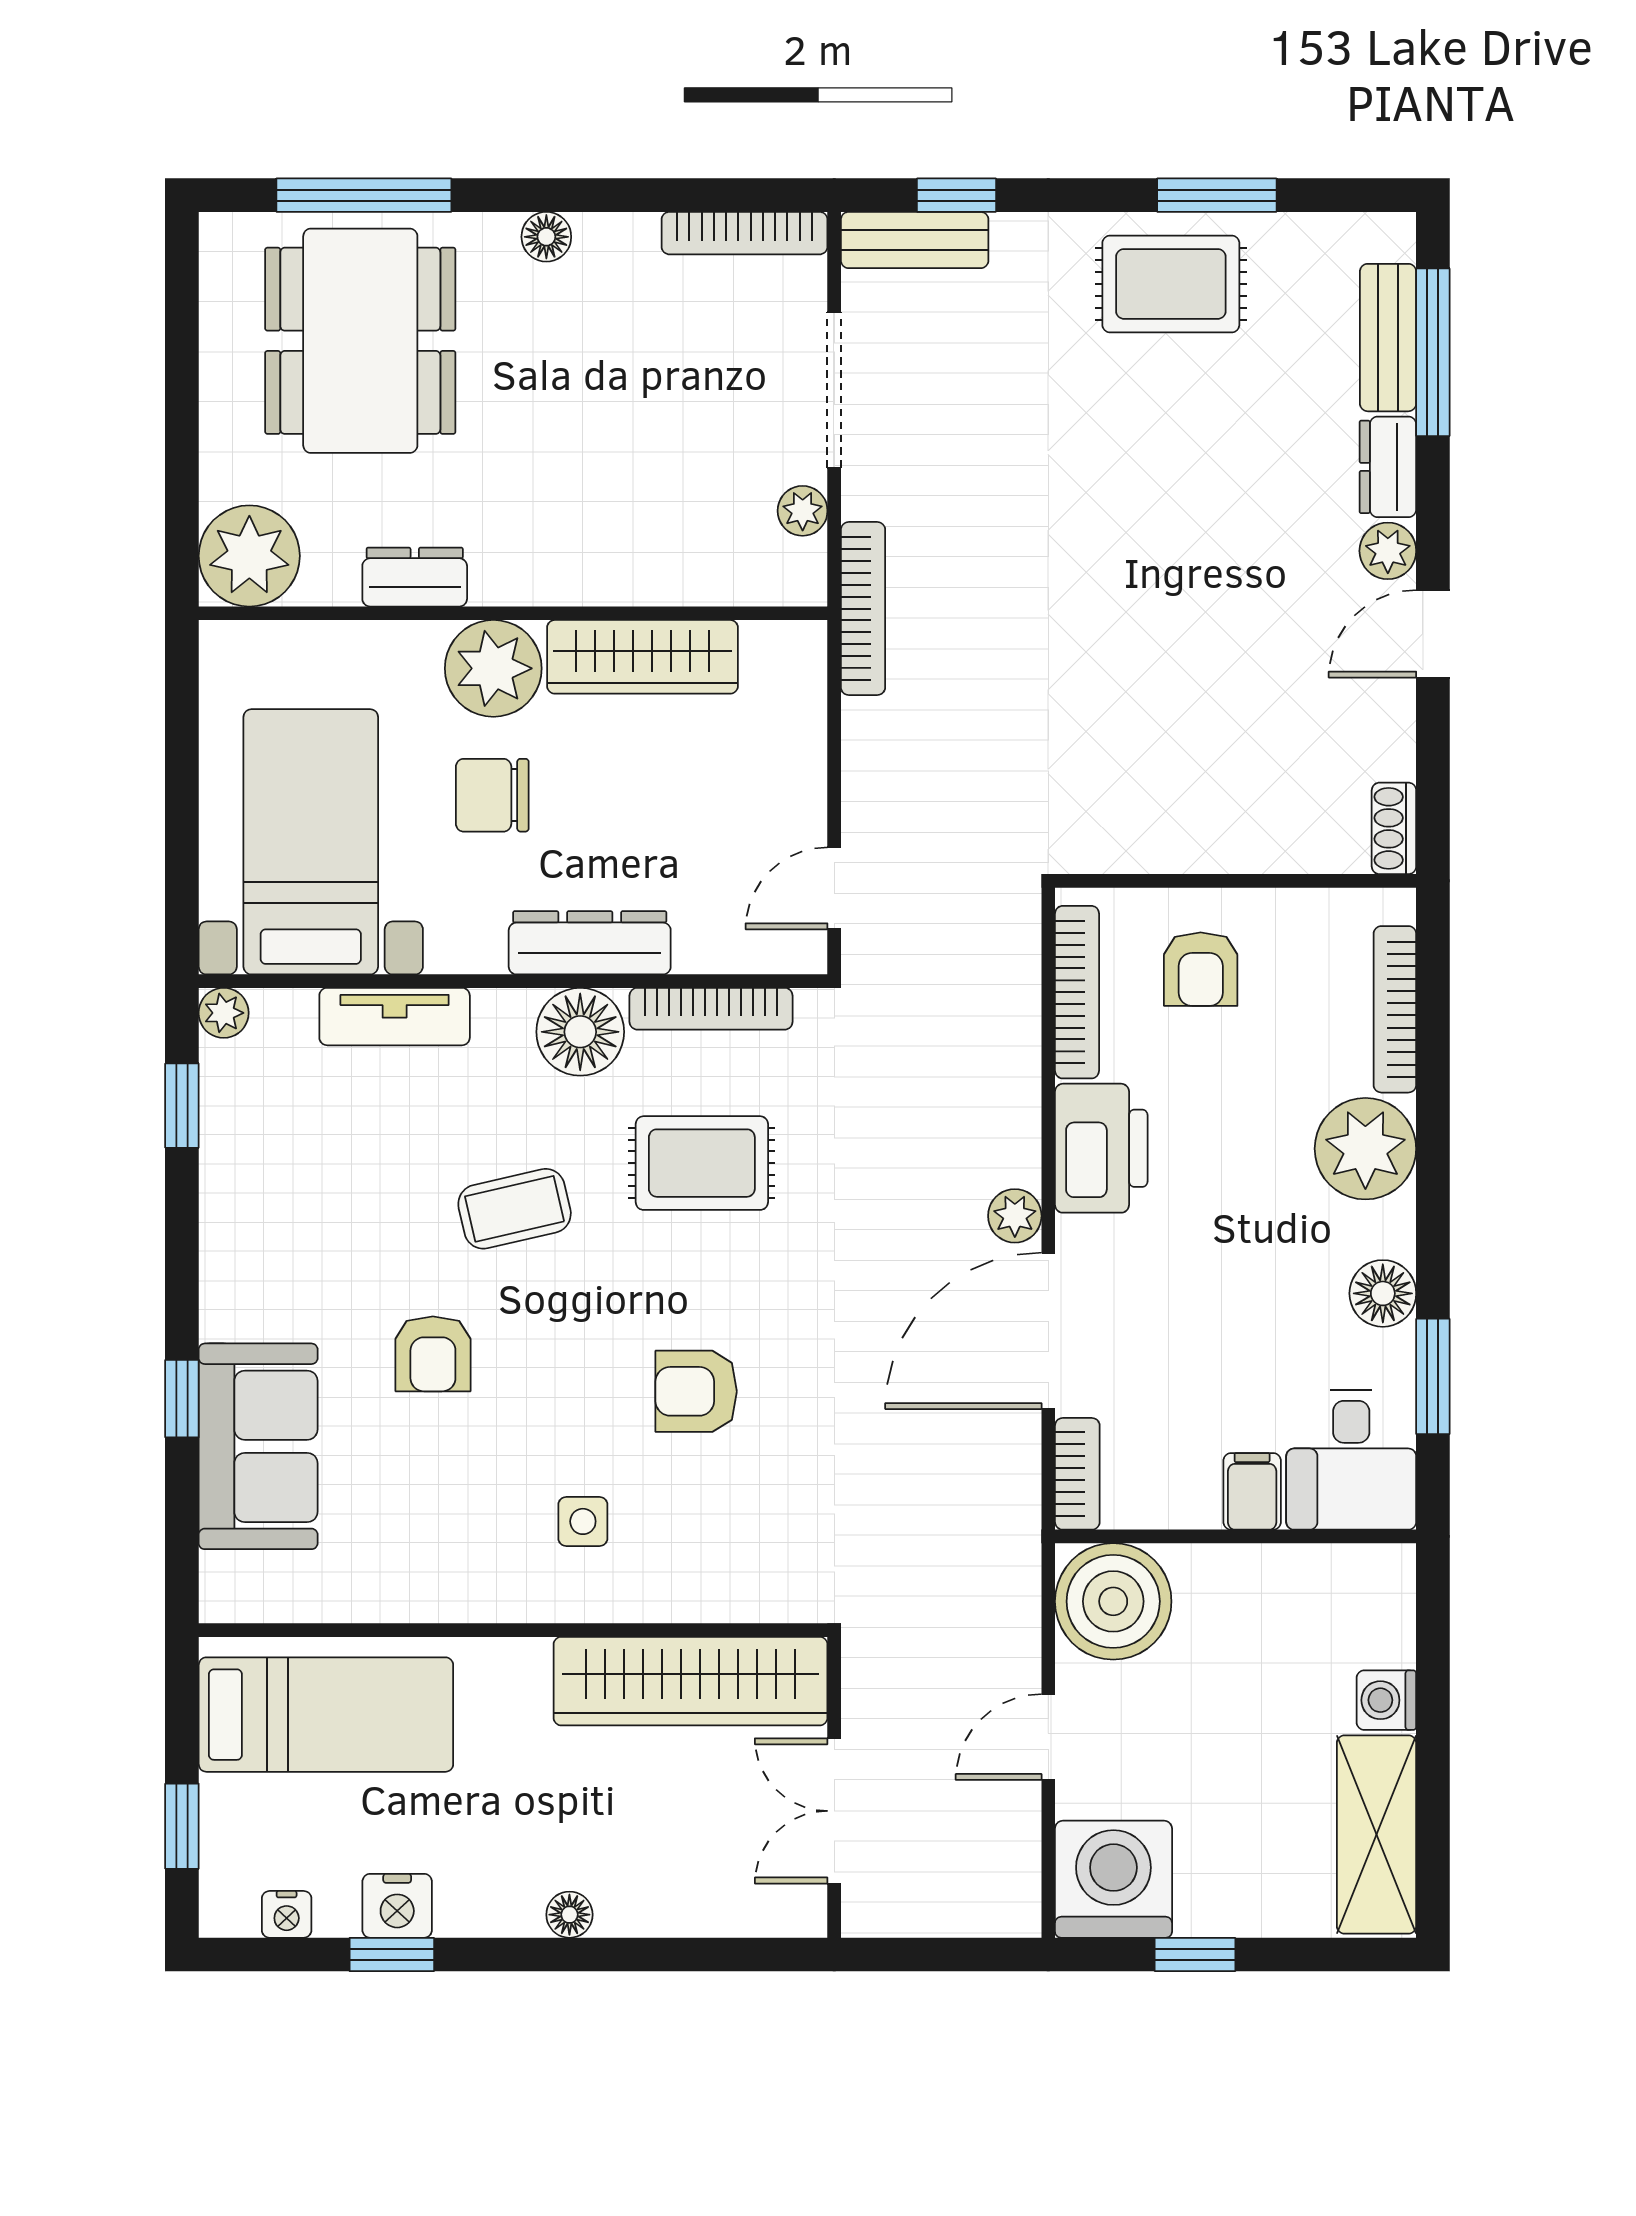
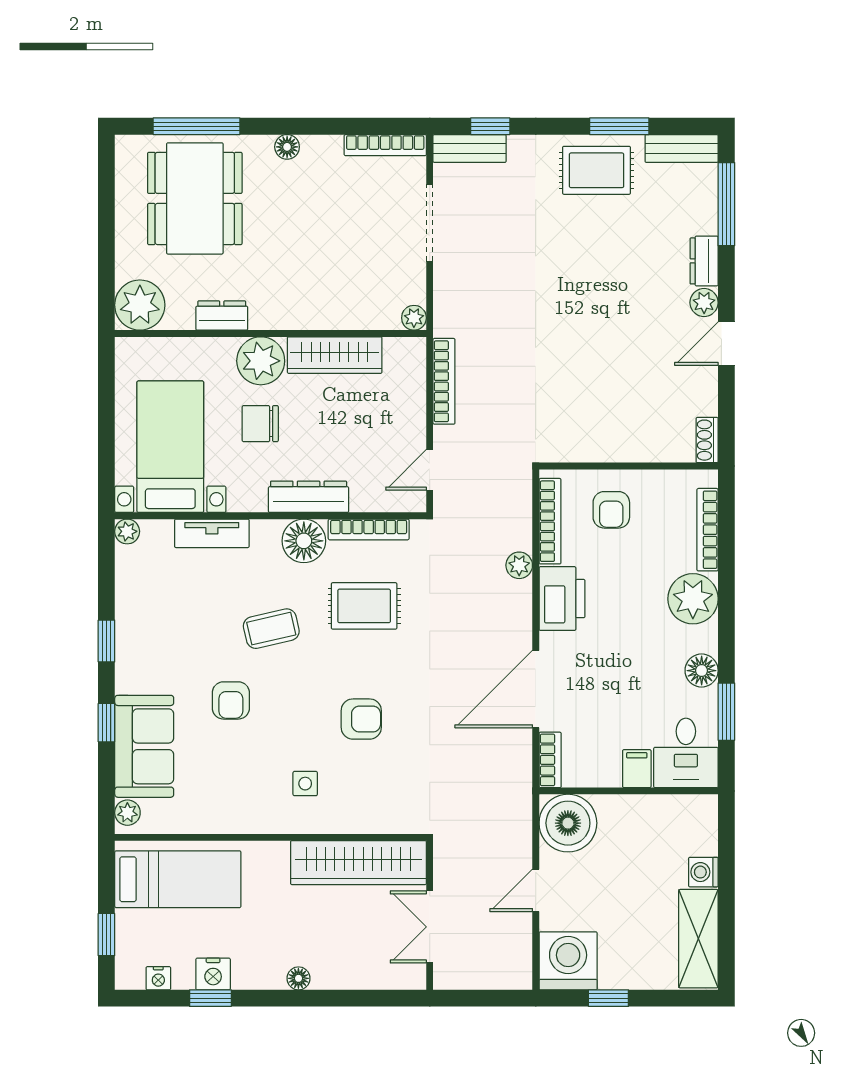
bench: (1388, 338) -> (682, 148), moved, turned 90
plant: (803, 511) -> (414, 318), moved
bookcase: (863, 609) -> (444, 381), moved
window: (182, 1106) -> (106, 641), moved
plant: (1015, 1216) -> (519, 565), moved
armchair: (696, 1391) -> (361, 719), turned 180
plant: (224, 1580) -> (127, 813), added

